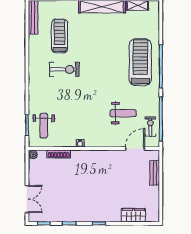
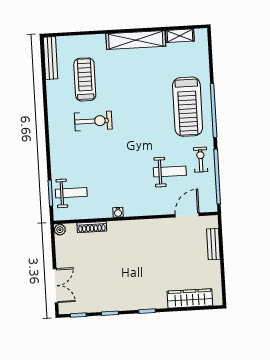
treadmill: (140, 62) -> (188, 107), turned 180
weight bench: (44, 126) -> (71, 193), turned -90
exercise bike: (150, 127) -> (201, 160), moved
wardrobe: (134, 215) -> (190, 298), width x1.50

